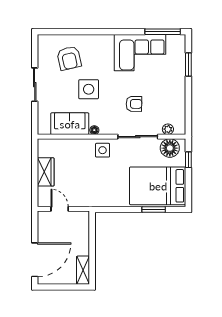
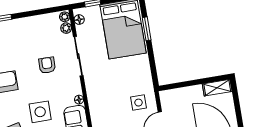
plant: (179, 130) -> (65, 17), added
floor lamp: (170, 148) -> (79, 20), width x0.53, depth x0.53
side table: (103, 150) -> (139, 103), moved

